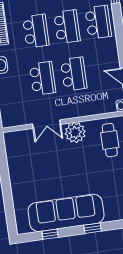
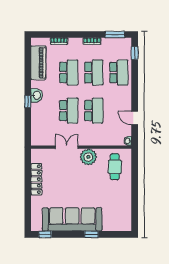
double door: (47, 124) -> (67, 147), swing flipped
locker: (15, 169) -> (36, 179), added
window: (50, 234) -> (45, 234), moved

